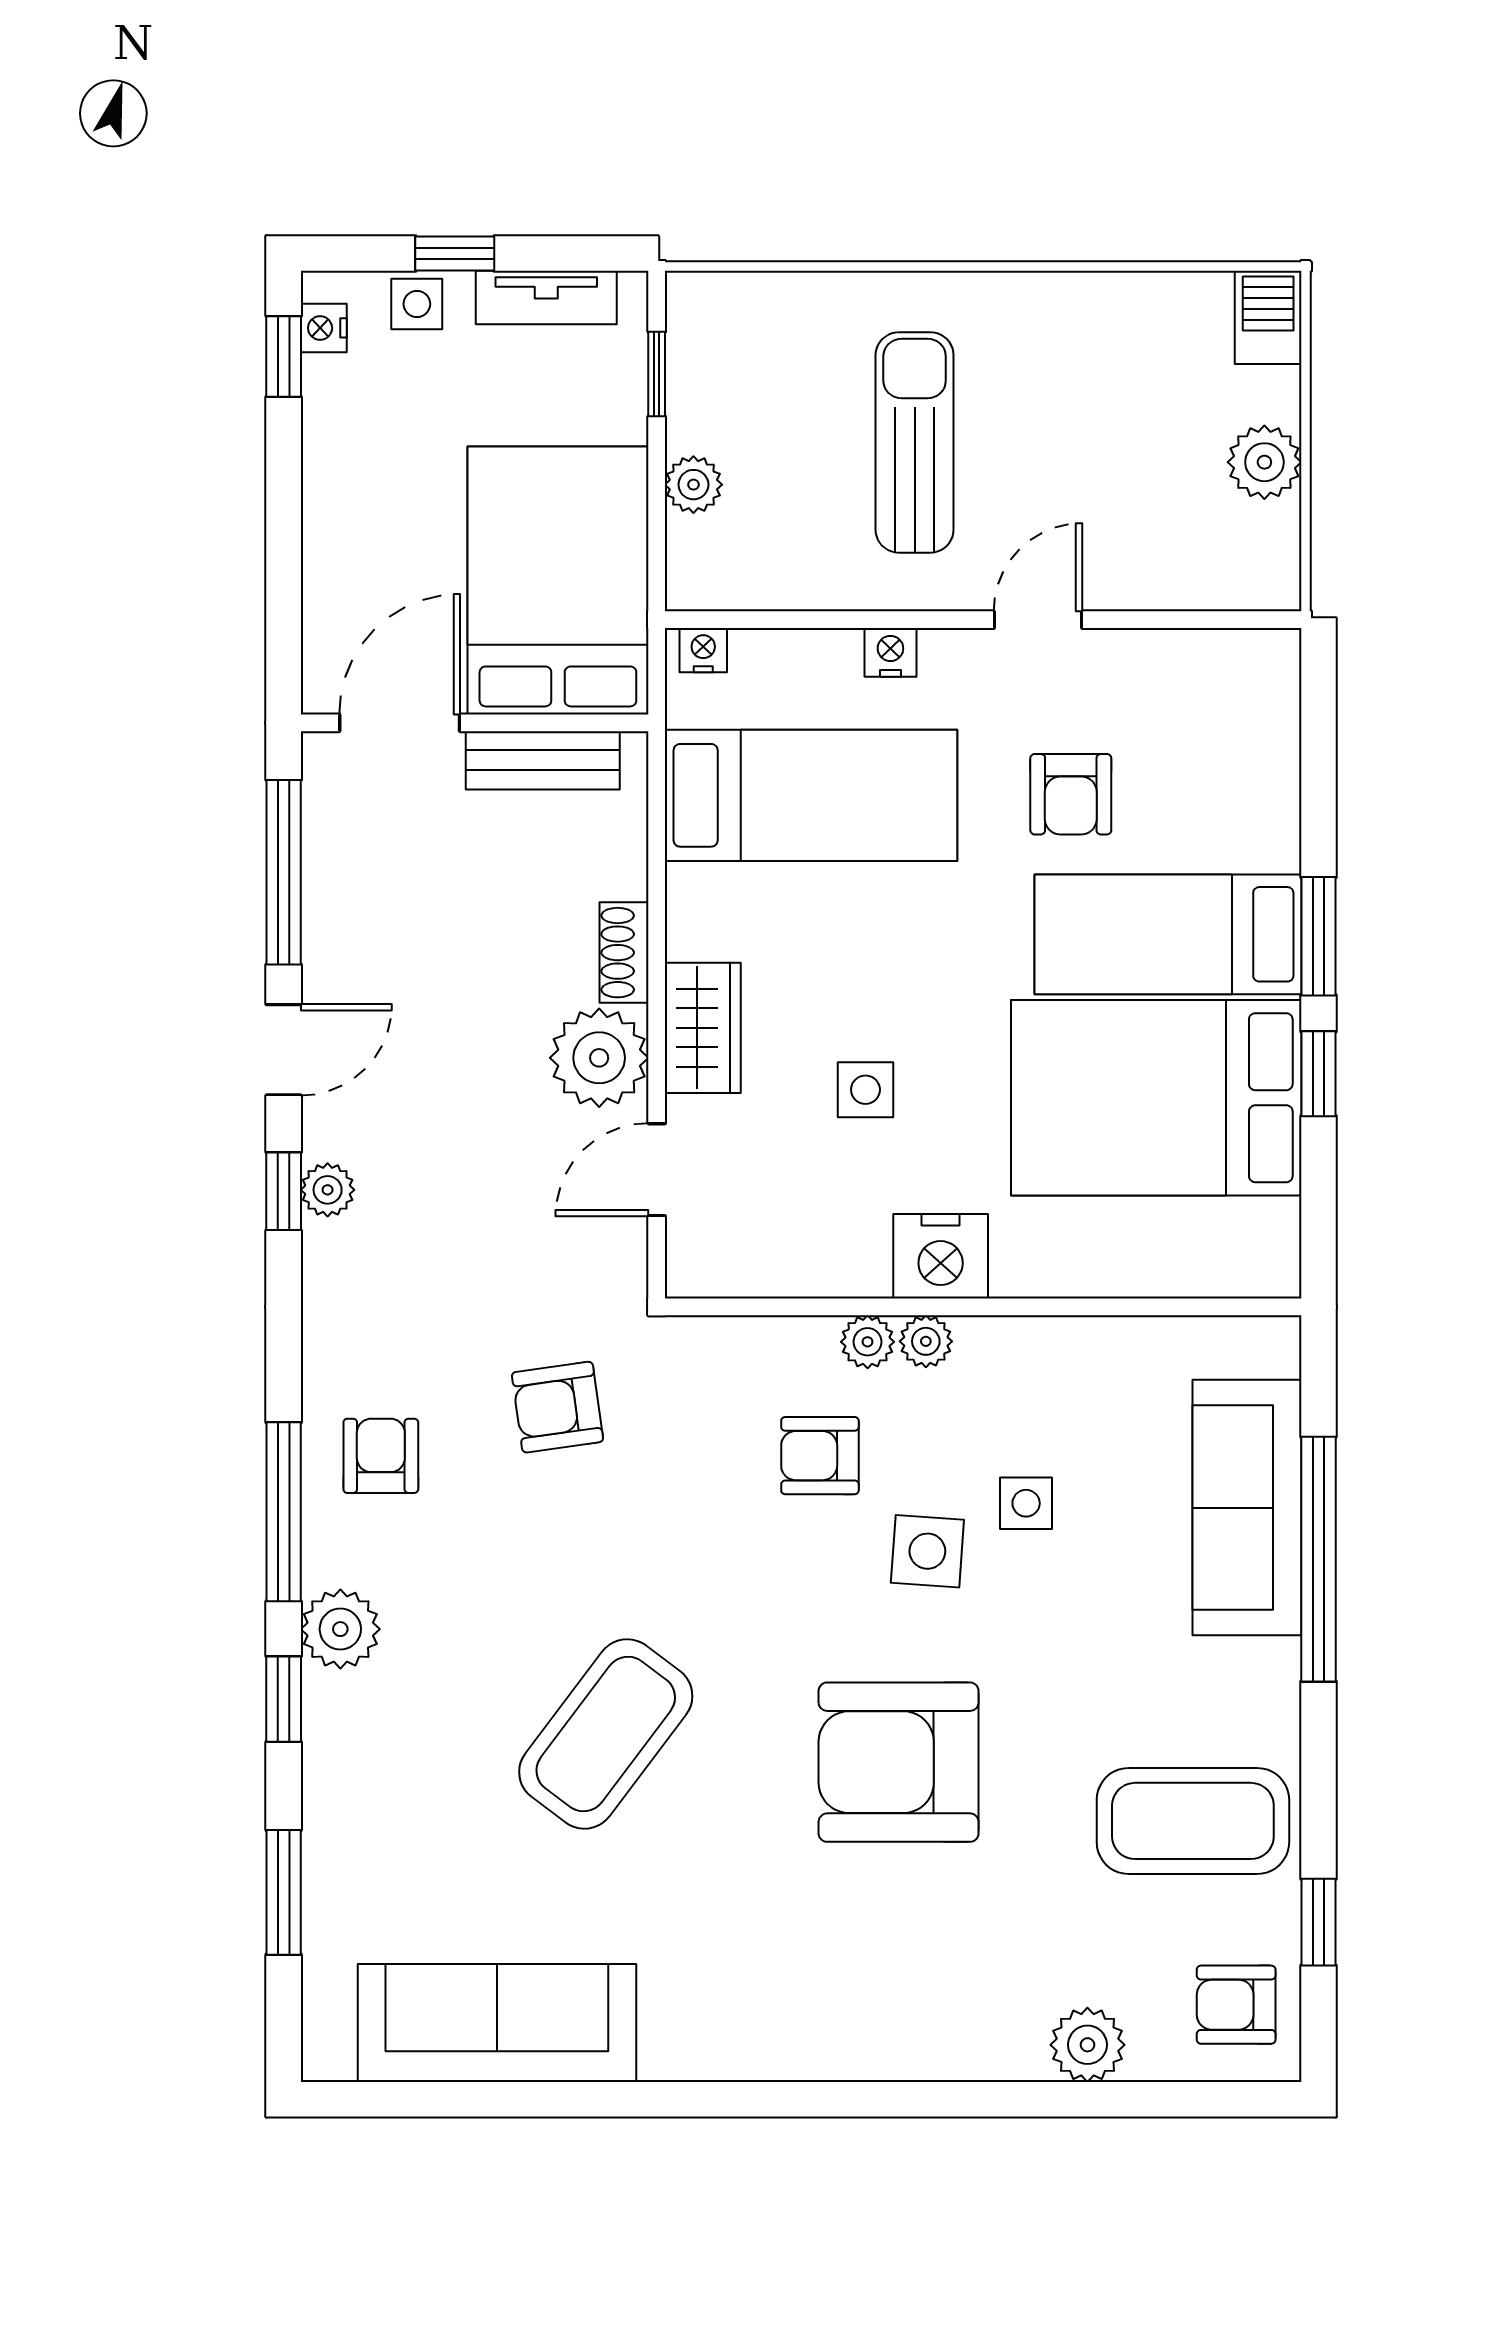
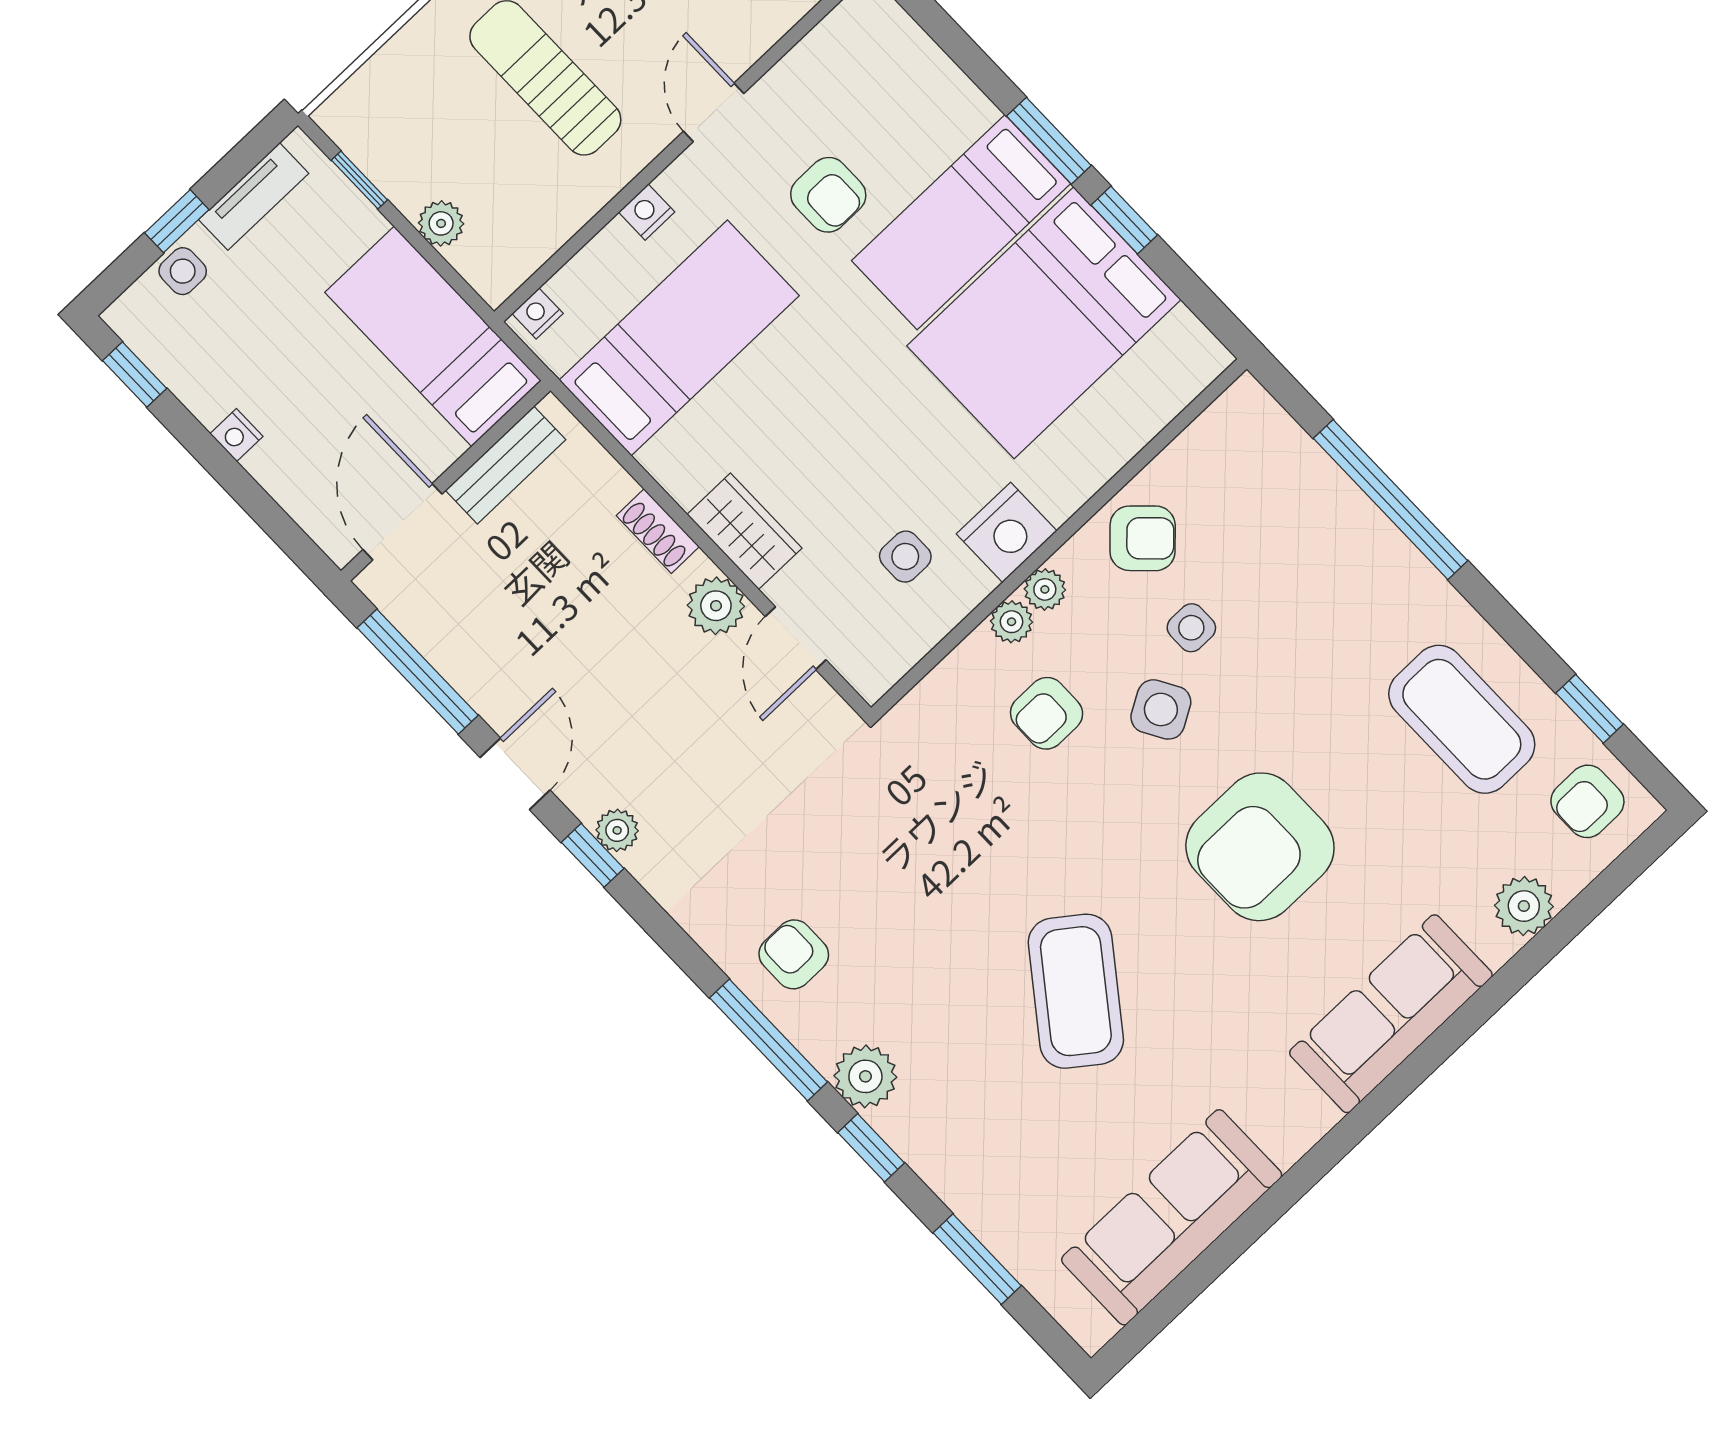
nightstand: (324, 328) -> (236, 435), moved
bed: (558, 581) -> (433, 336), width x0.67
plant: (599, 1058) -> (716, 606), width x0.73, depth x0.73
side table: (865, 1090) -> (905, 557), moved
armchair: (557, 1407) -> (1143, 538), moved, turned -128
sofa: (1247, 1508) -> (1391, 1014), moved, turned 90
side table: (927, 1551) -> (1161, 709), turned -34
coffee table: (1193, 1821) -> (1462, 719), turned 90

